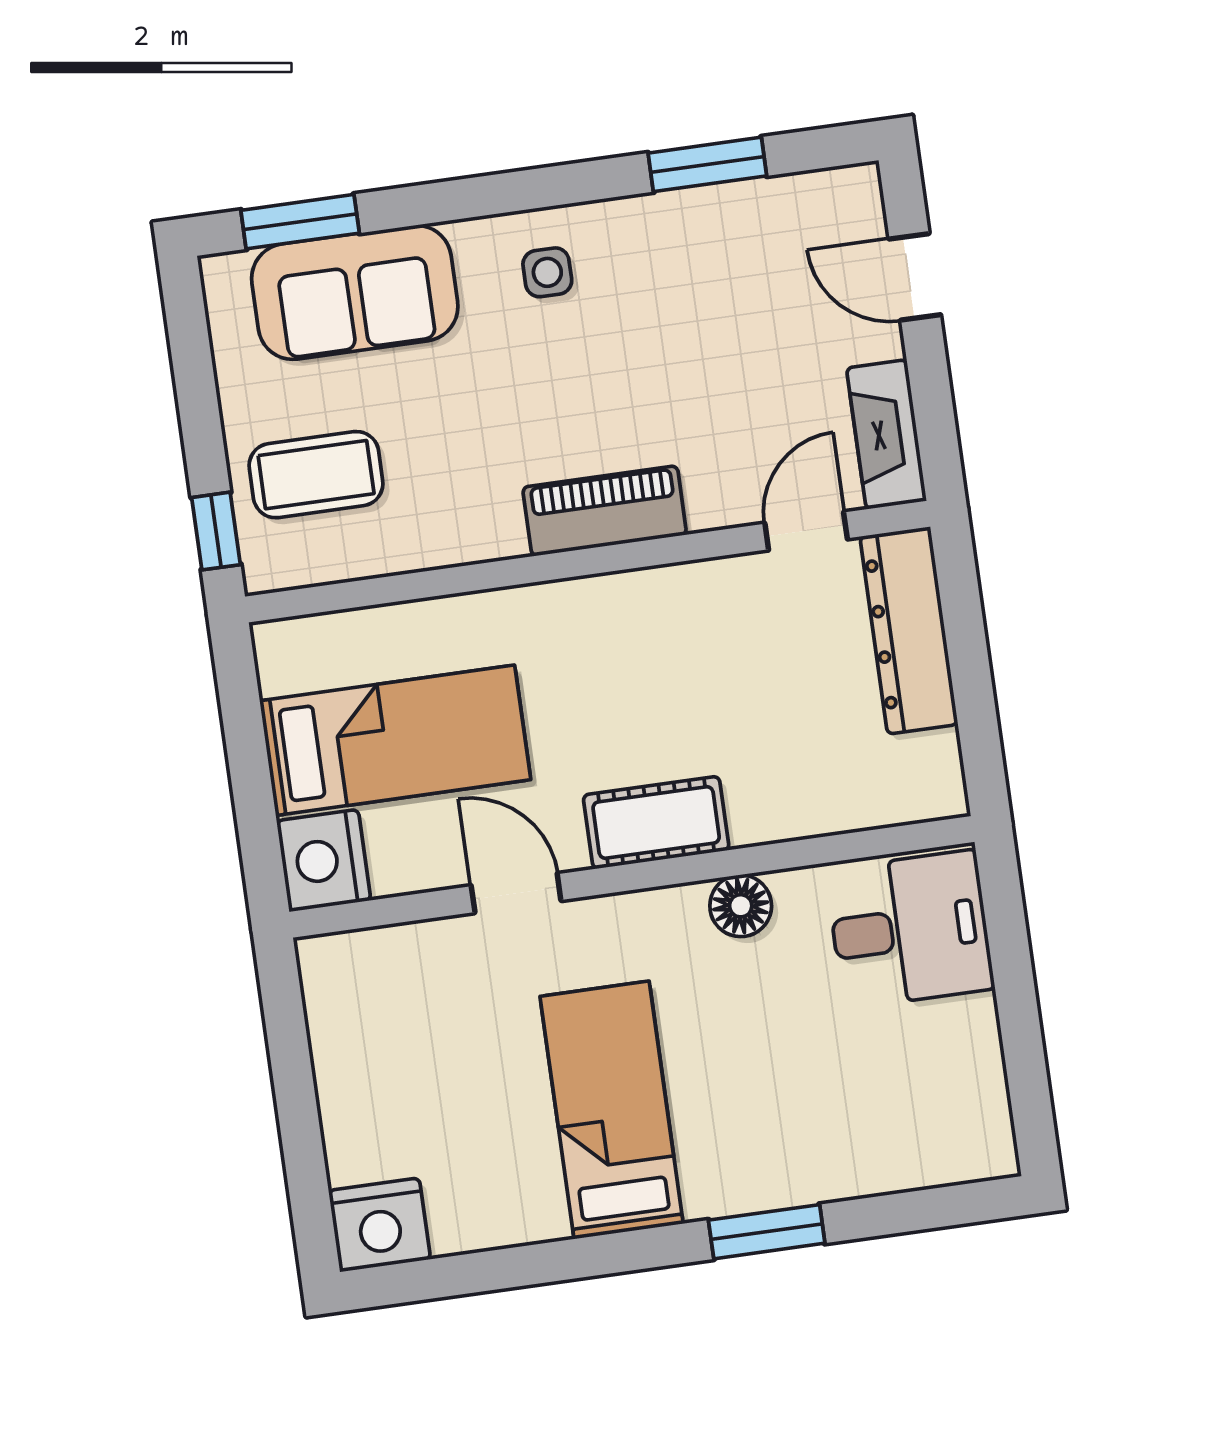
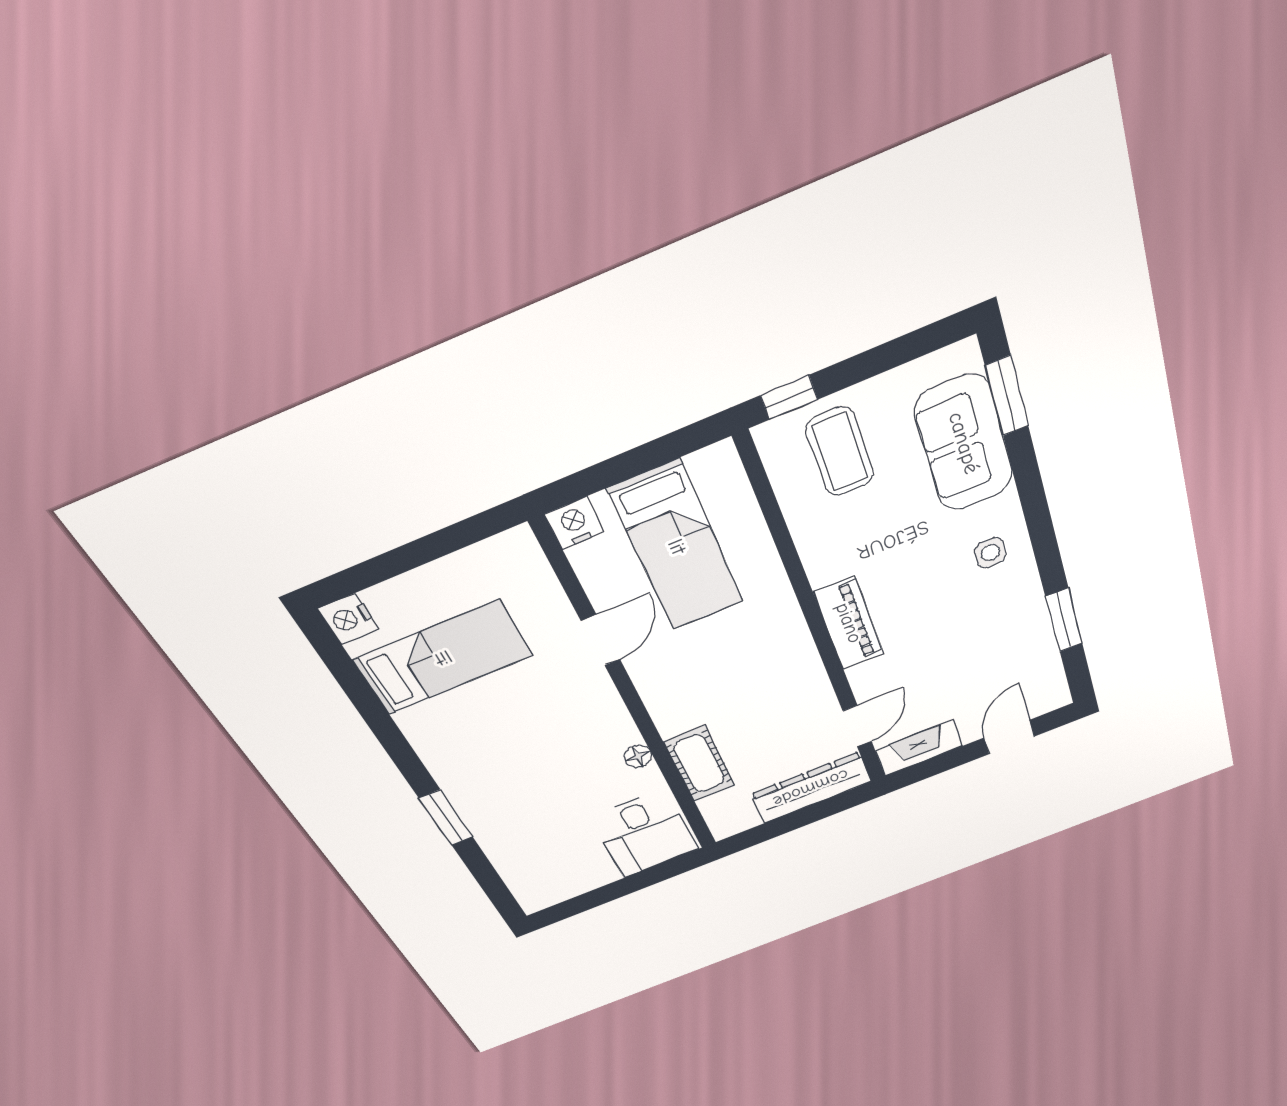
door: (806, 531) -> (857, 726), hinge flipped
cot: (656, 822) -> (699, 763), moved
nightstand: (324, 861) -> (574, 523), width x0.74, depth x0.75
floor lamp: (741, 906) -> (638, 756), width x0.73, depth x0.73
bed: (612, 1110) -> (443, 658), moved
nightstand: (380, 1225) -> (348, 619), width x0.74, depth x0.75

